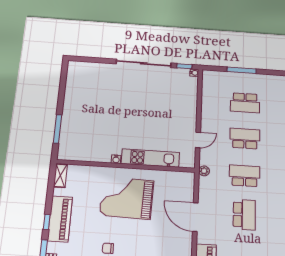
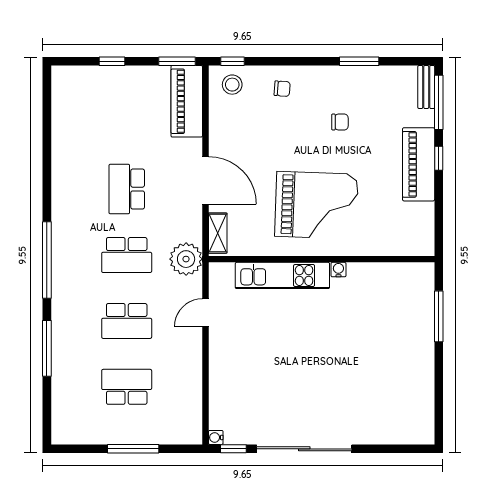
plant: (204, 171) -> (186, 259), width x1.87, depth x1.87
shelving: (60, 176) -> (218, 233), moved

